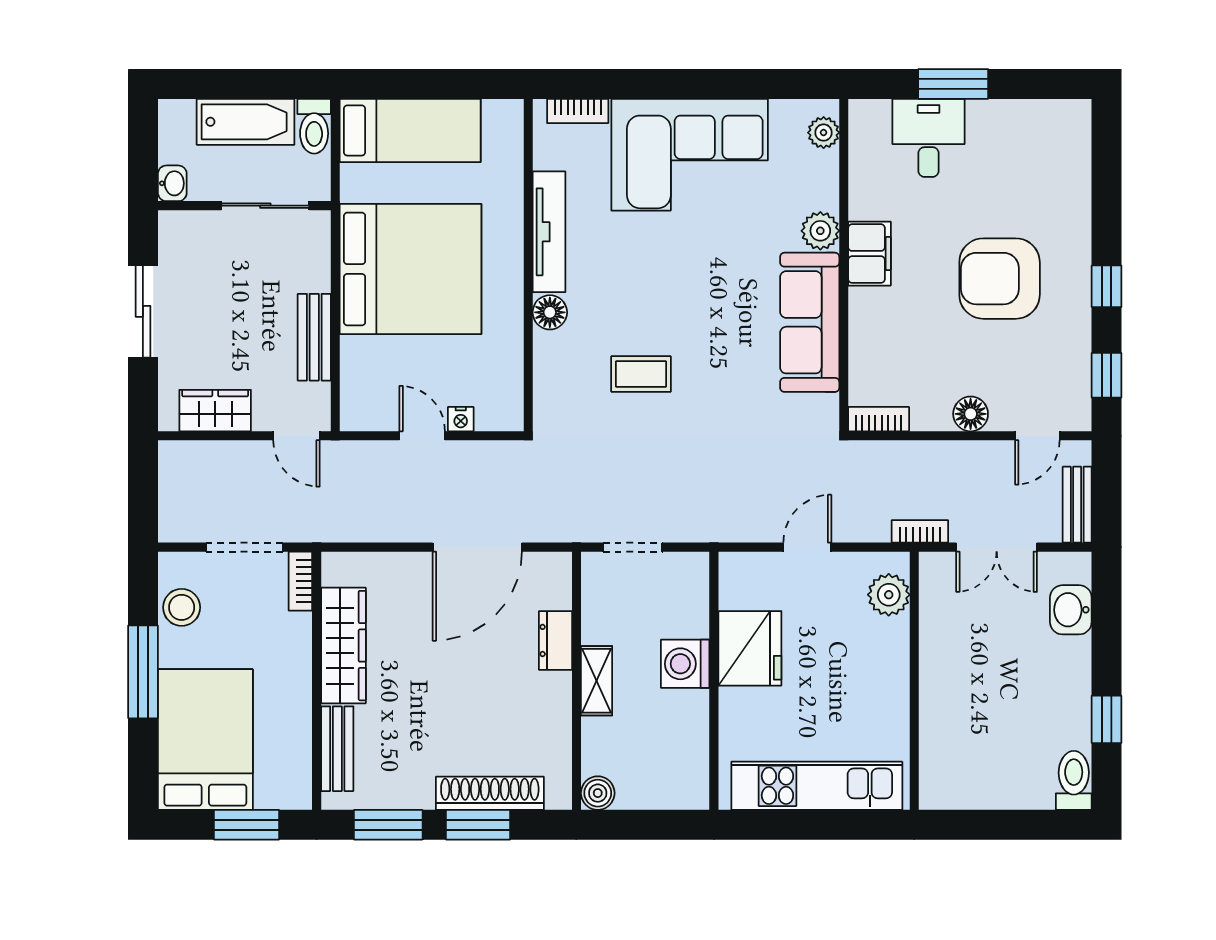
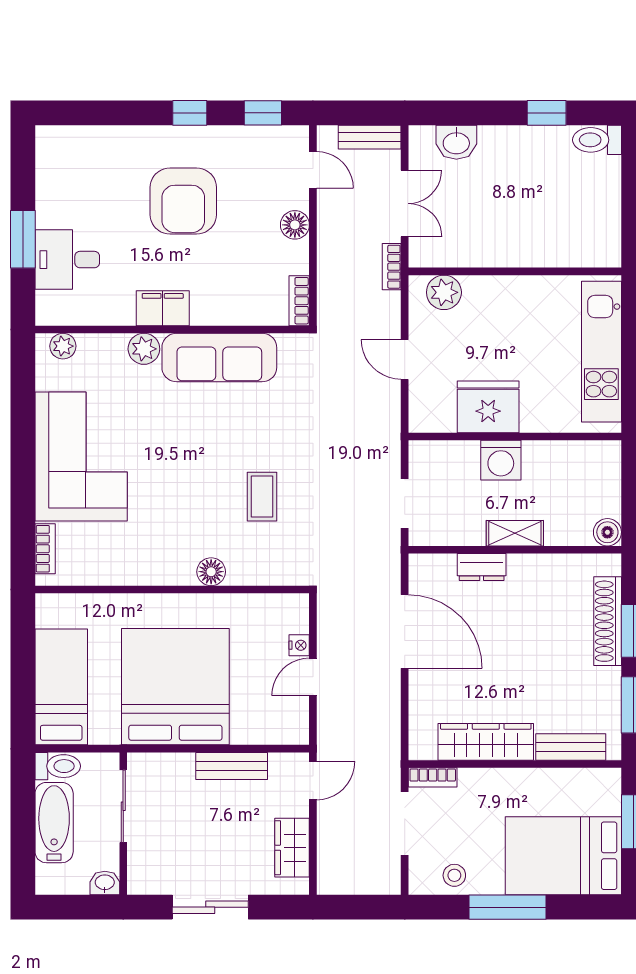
tv unit: (549, 232) -> (145, 572), removed
stool: (182, 607) -> (454, 875), width x0.73, depth x0.73

